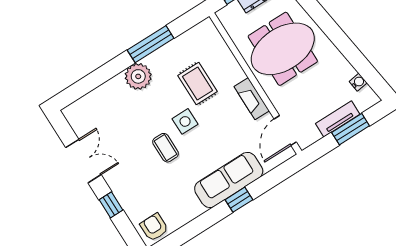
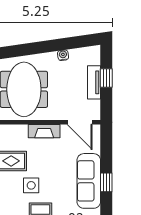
water cooler: (358, 82) -> (63, 55), moved
window: (351, 129) -> (106, 78), width x0.67

